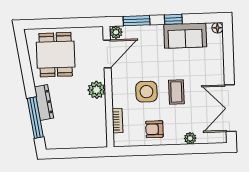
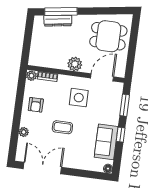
plant: (116, 32) -> (31, 76), moved
door: (107, 54) -> (102, 77), swing flipped
side table: (146, 92) -> (79, 98), moved
dresser: (44, 103) -> (58, 21), moved
armchair: (154, 129) -> (36, 105), turned 180

